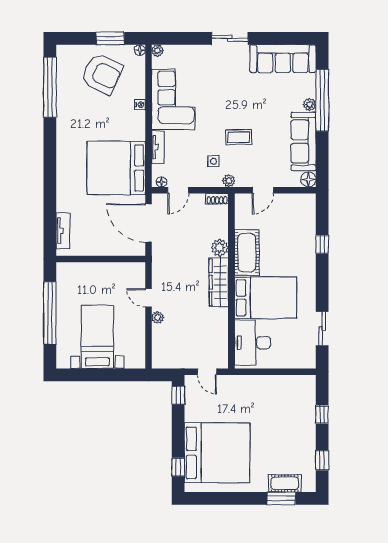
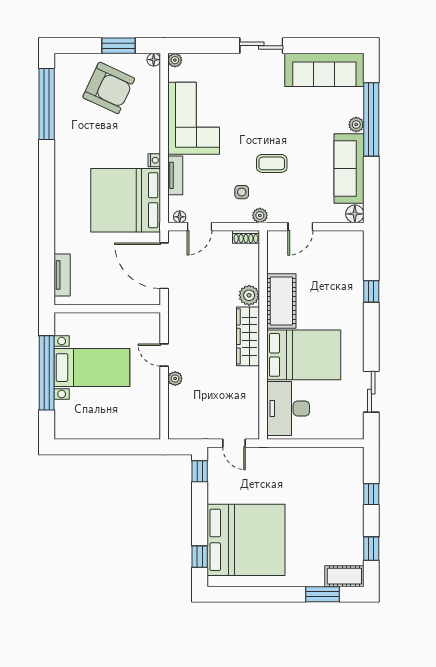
nightstand: (140, 105) -> (154, 160), moved
bed with nightstands: (97, 337) -> (92, 368), moved, turned 90
cot: (285, 483) -> (344, 576), moved

